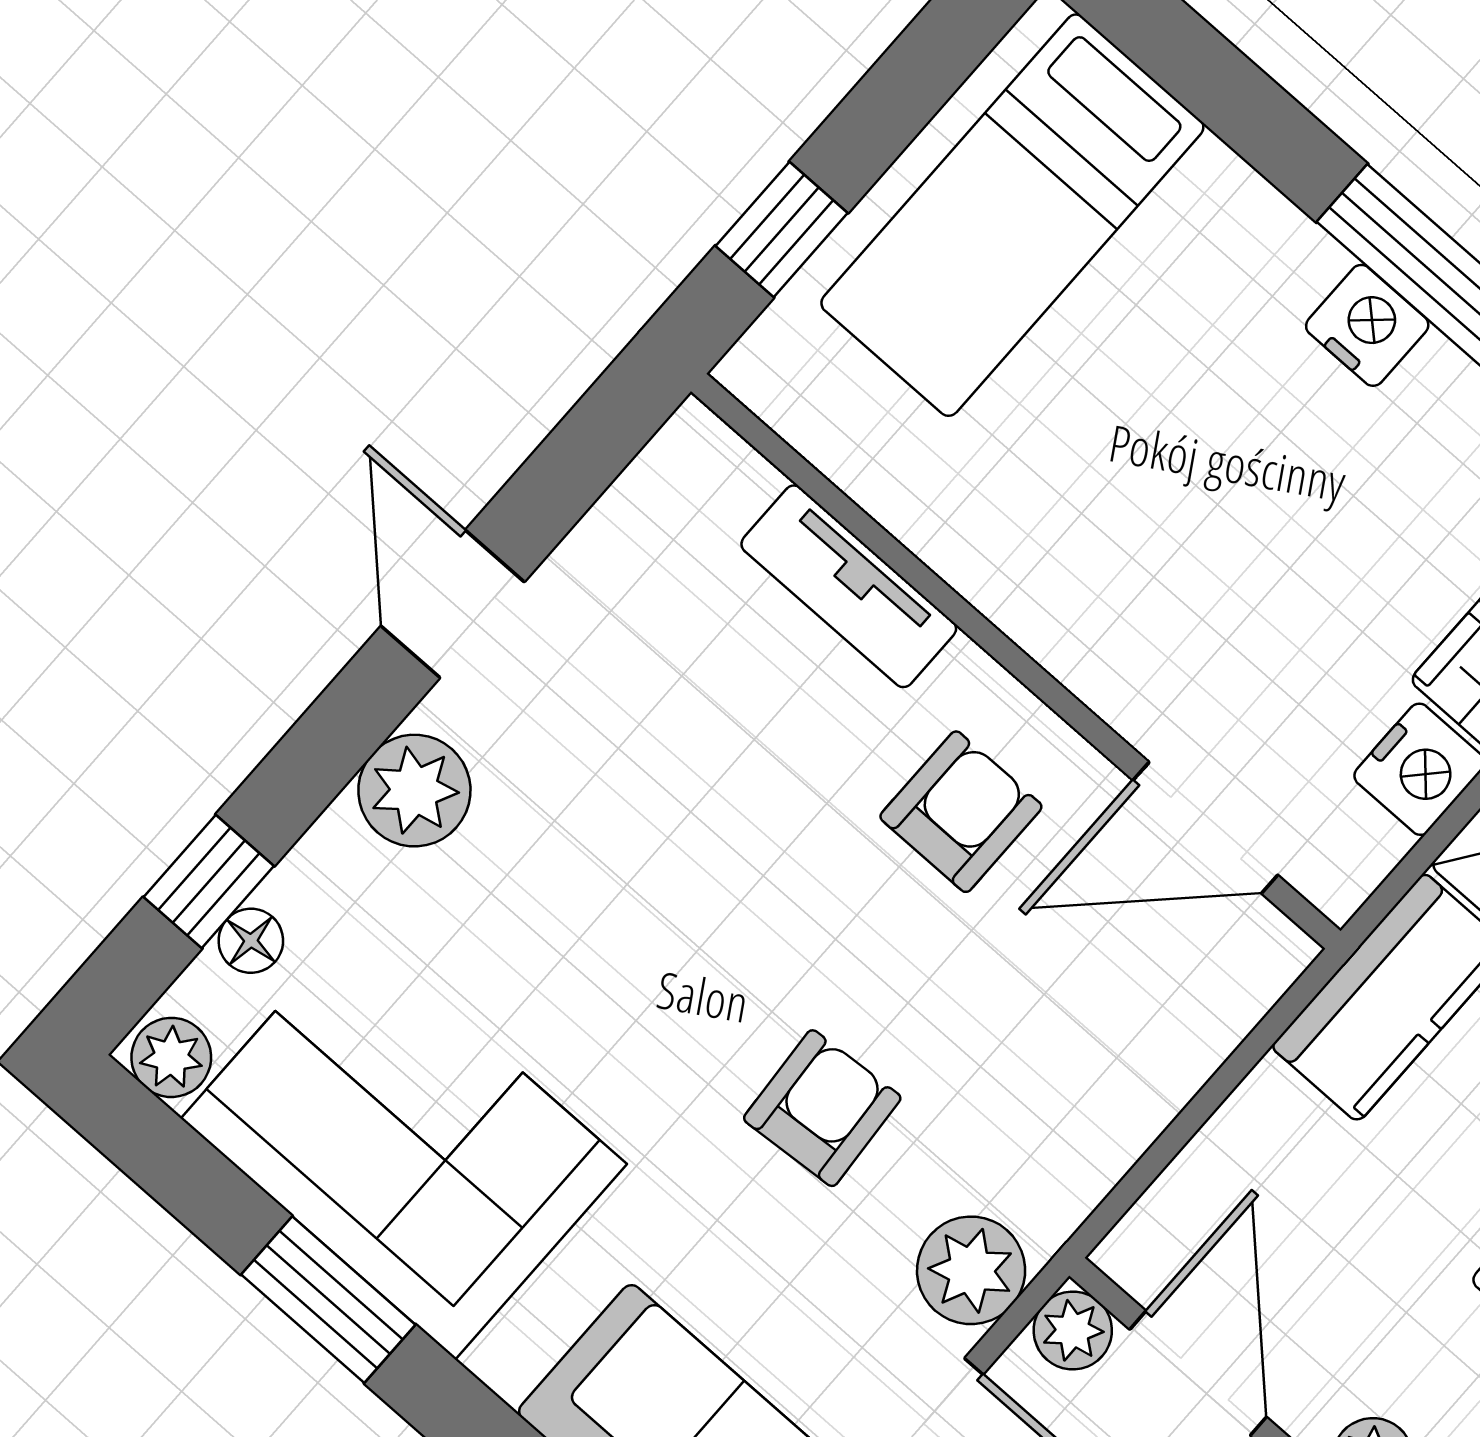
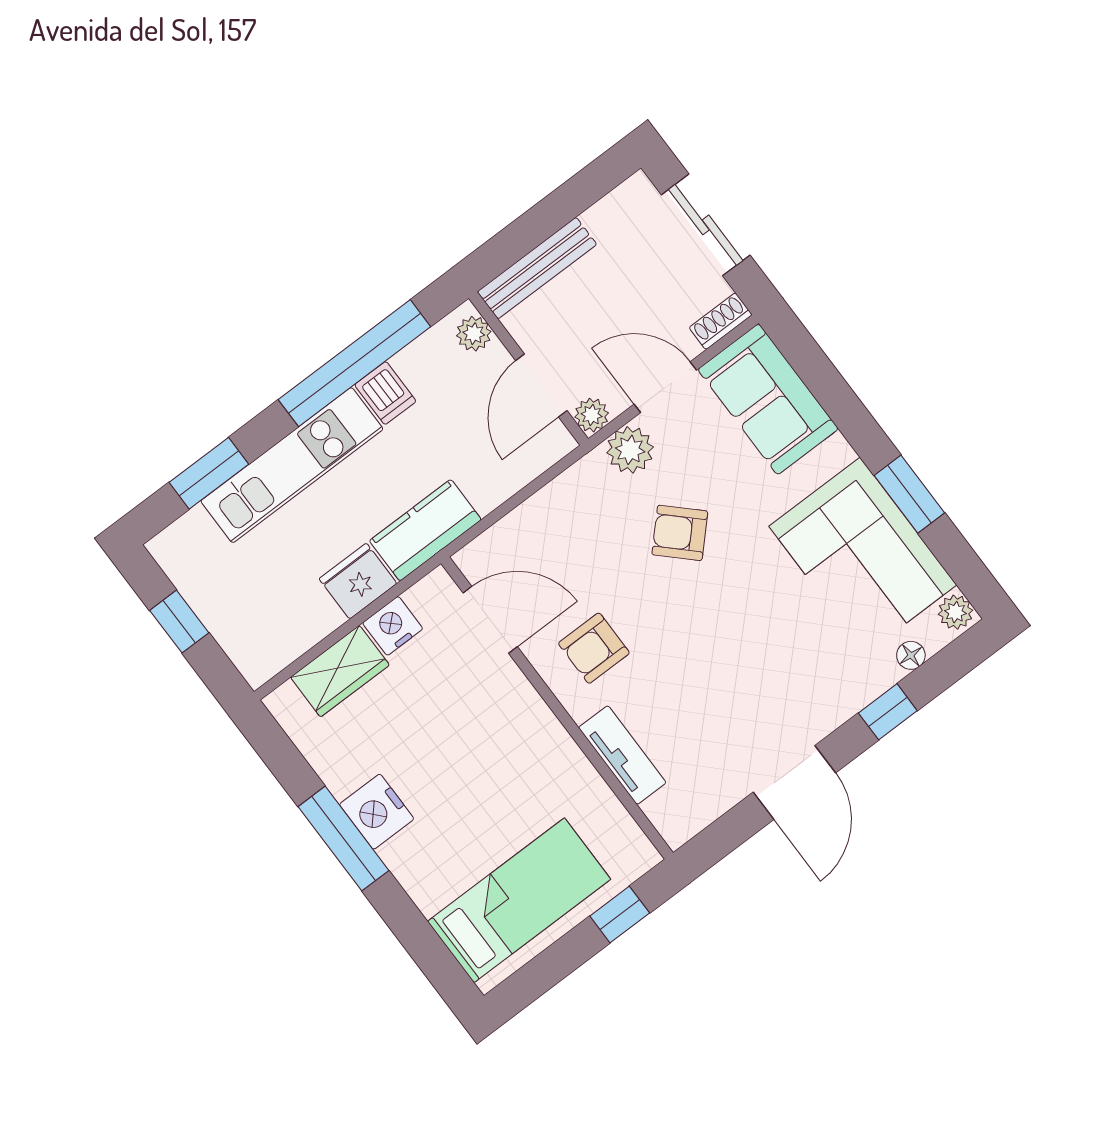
nightstand: (1367, 325) -> (377, 812), width x1.36, depth x1.33
door: (453, 604) -> (794, 782), width x1.38
plant: (414, 791) -> (827, 706), removed
window: (209, 881) -> (888, 712), moved
armchair: (822, 1108) -> (680, 533), turned 48

